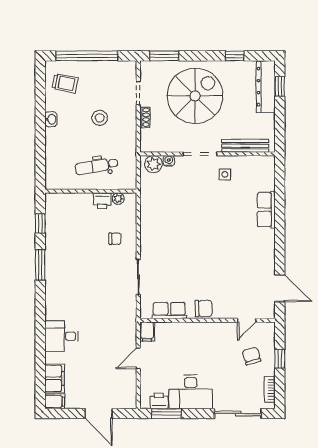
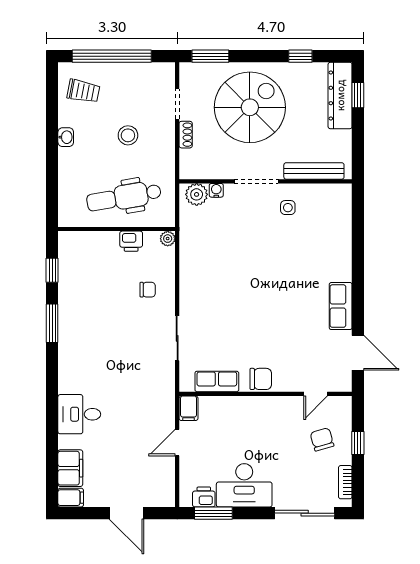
dental chair: (96, 166) -> (124, 197), width x1.36, depth x1.38
plant: (118, 199) -> (168, 239), moved
row of seats: (266, 210) -> (341, 306), moved

